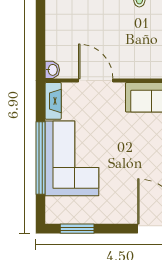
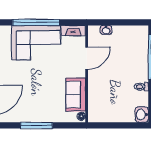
washbasin: (52, 70) -> (106, 30), moved

